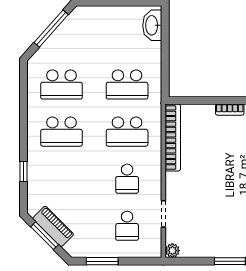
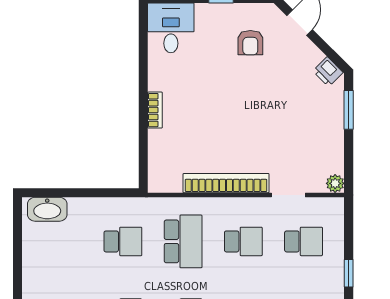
school desk: (127, 84) -> (123, 241), width x0.54
bookcase: (173, 137) -> (226, 183), moved
window: (102, 261) -> (349, 273), width x0.67

